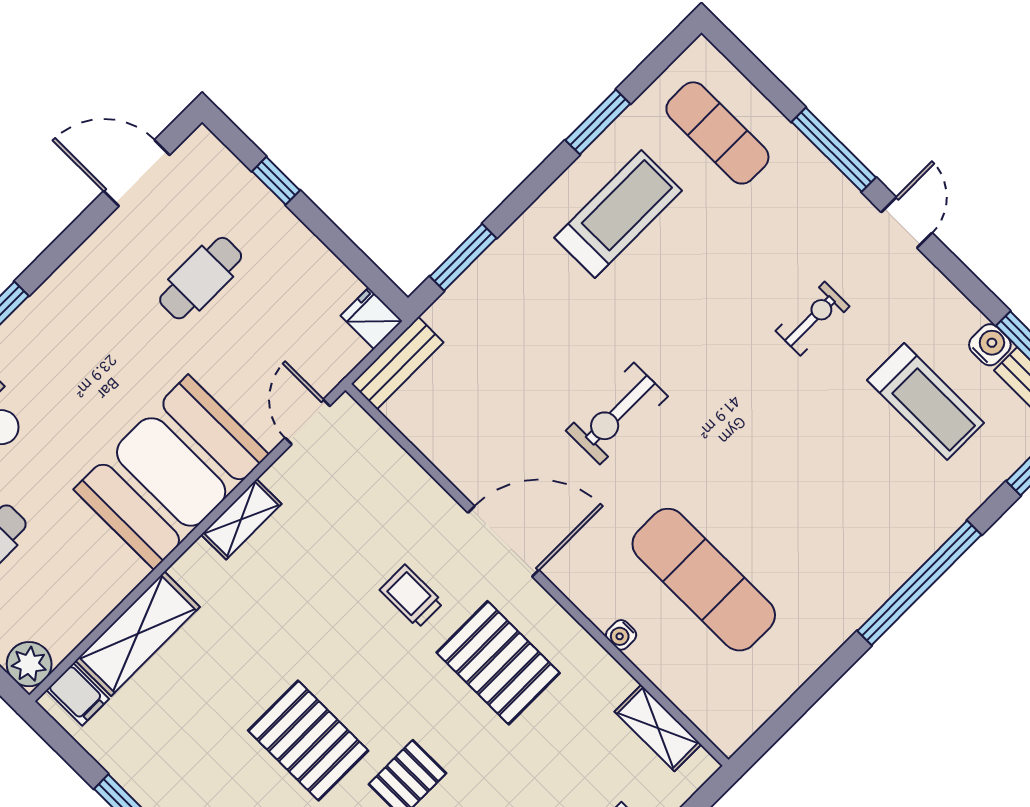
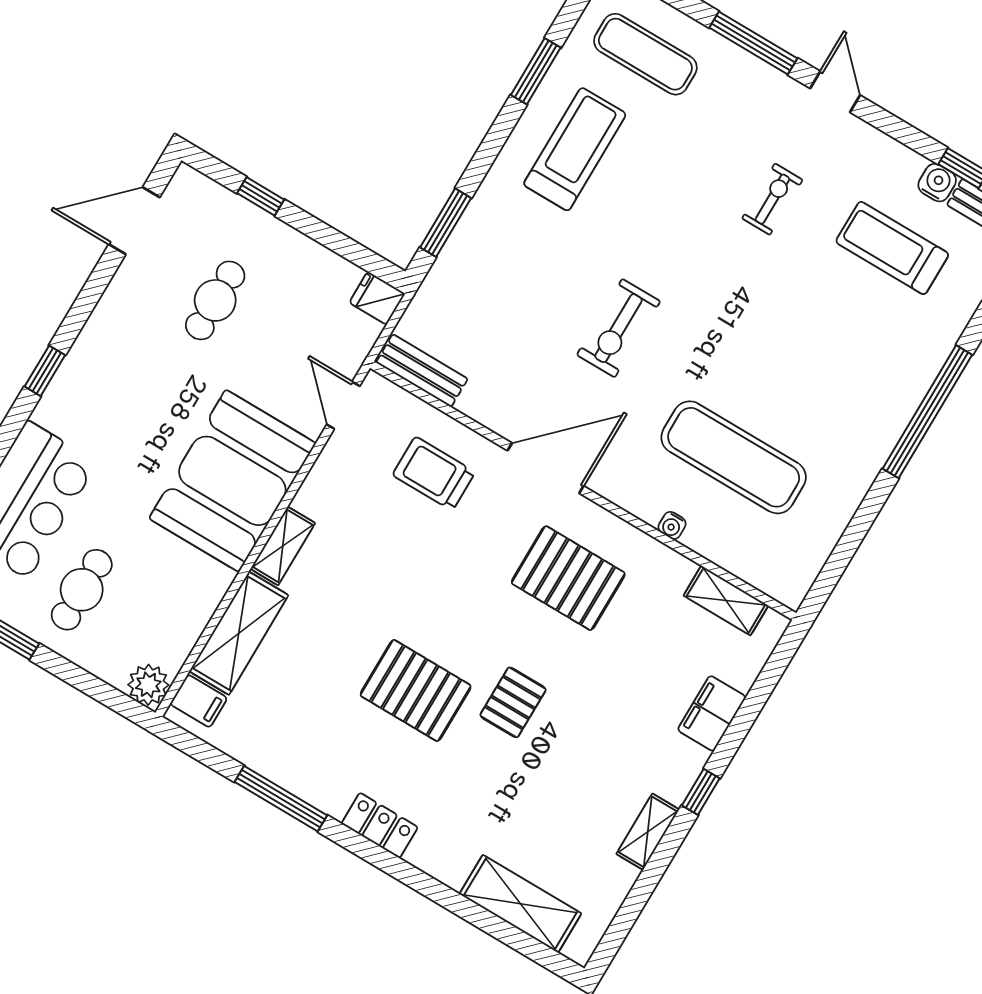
bench: (397, 363) -> (422, 371), moved, turned 90
treadmill: (926, 401) -> (892, 248), turned 180
shelving: (241, 519) -> (283, 546), moved
trolley: (412, 596) -> (434, 473), moved, width x1.36, depth x1.39

